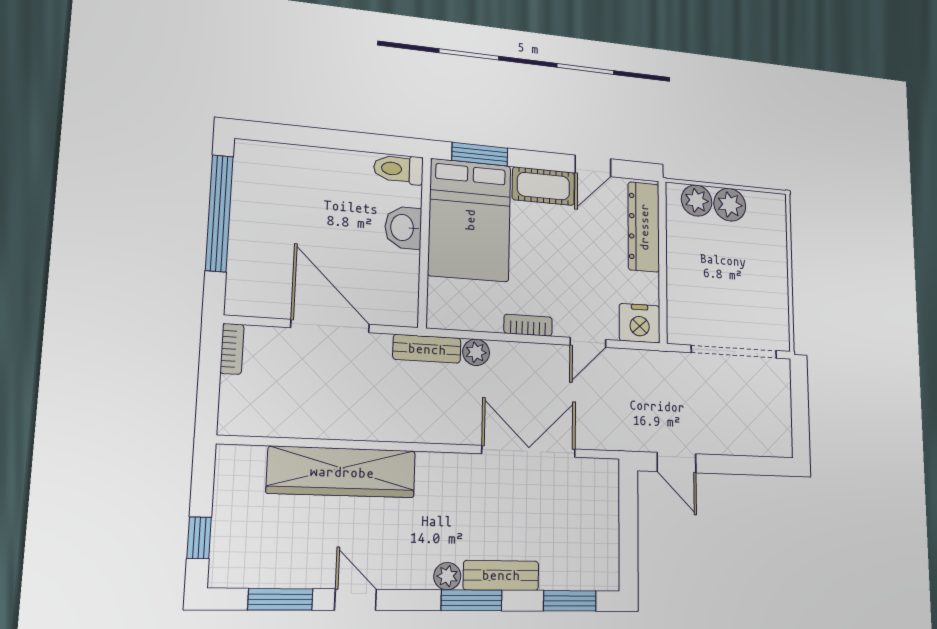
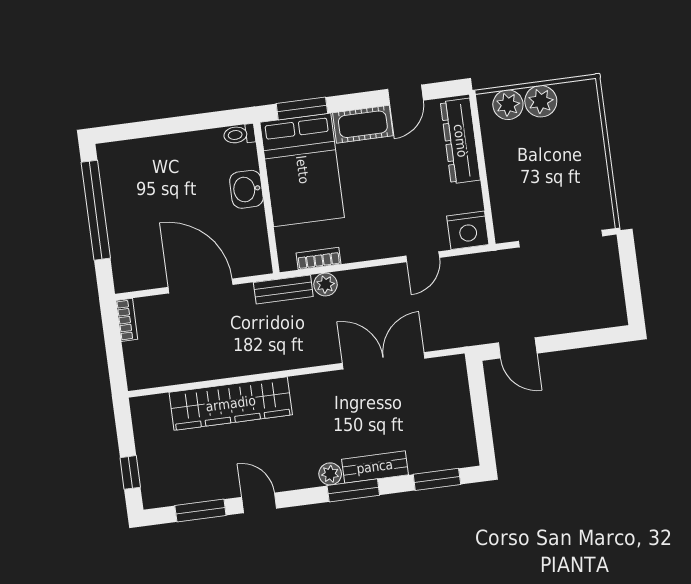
toilet: (398, 169) -> (239, 134), width x0.73, depth x0.72
bookcase: (528, 325) -> (319, 258), moved

